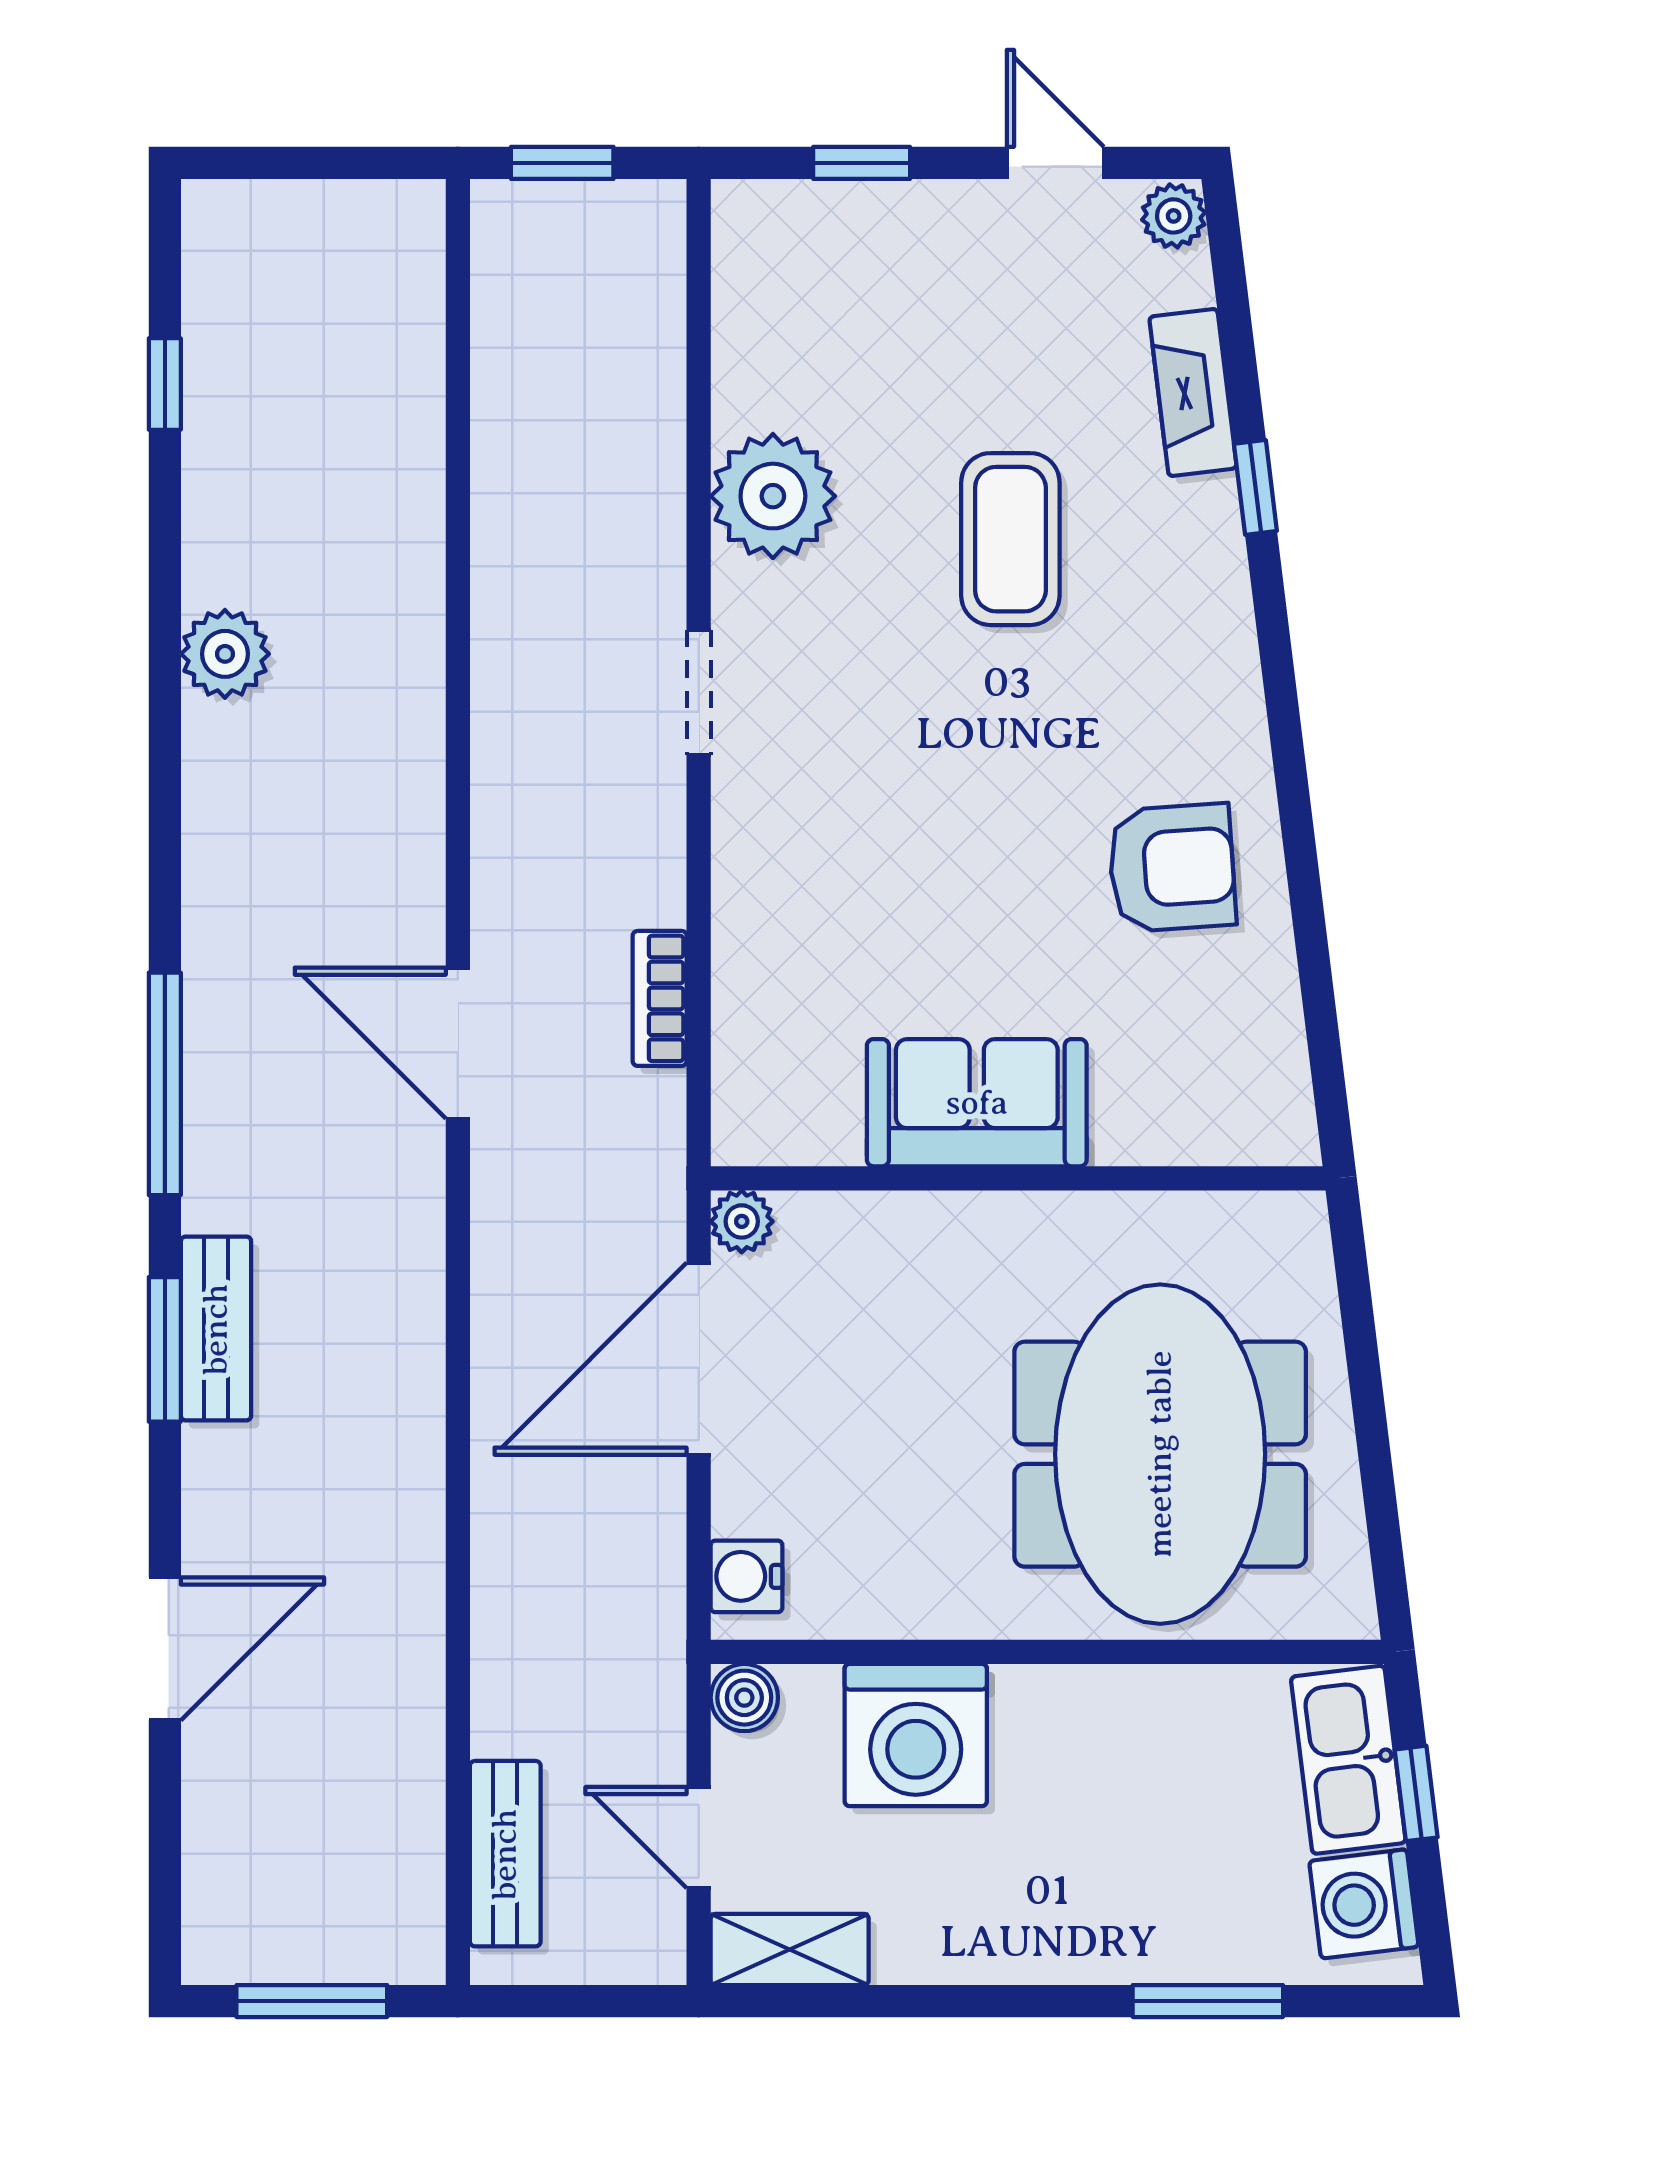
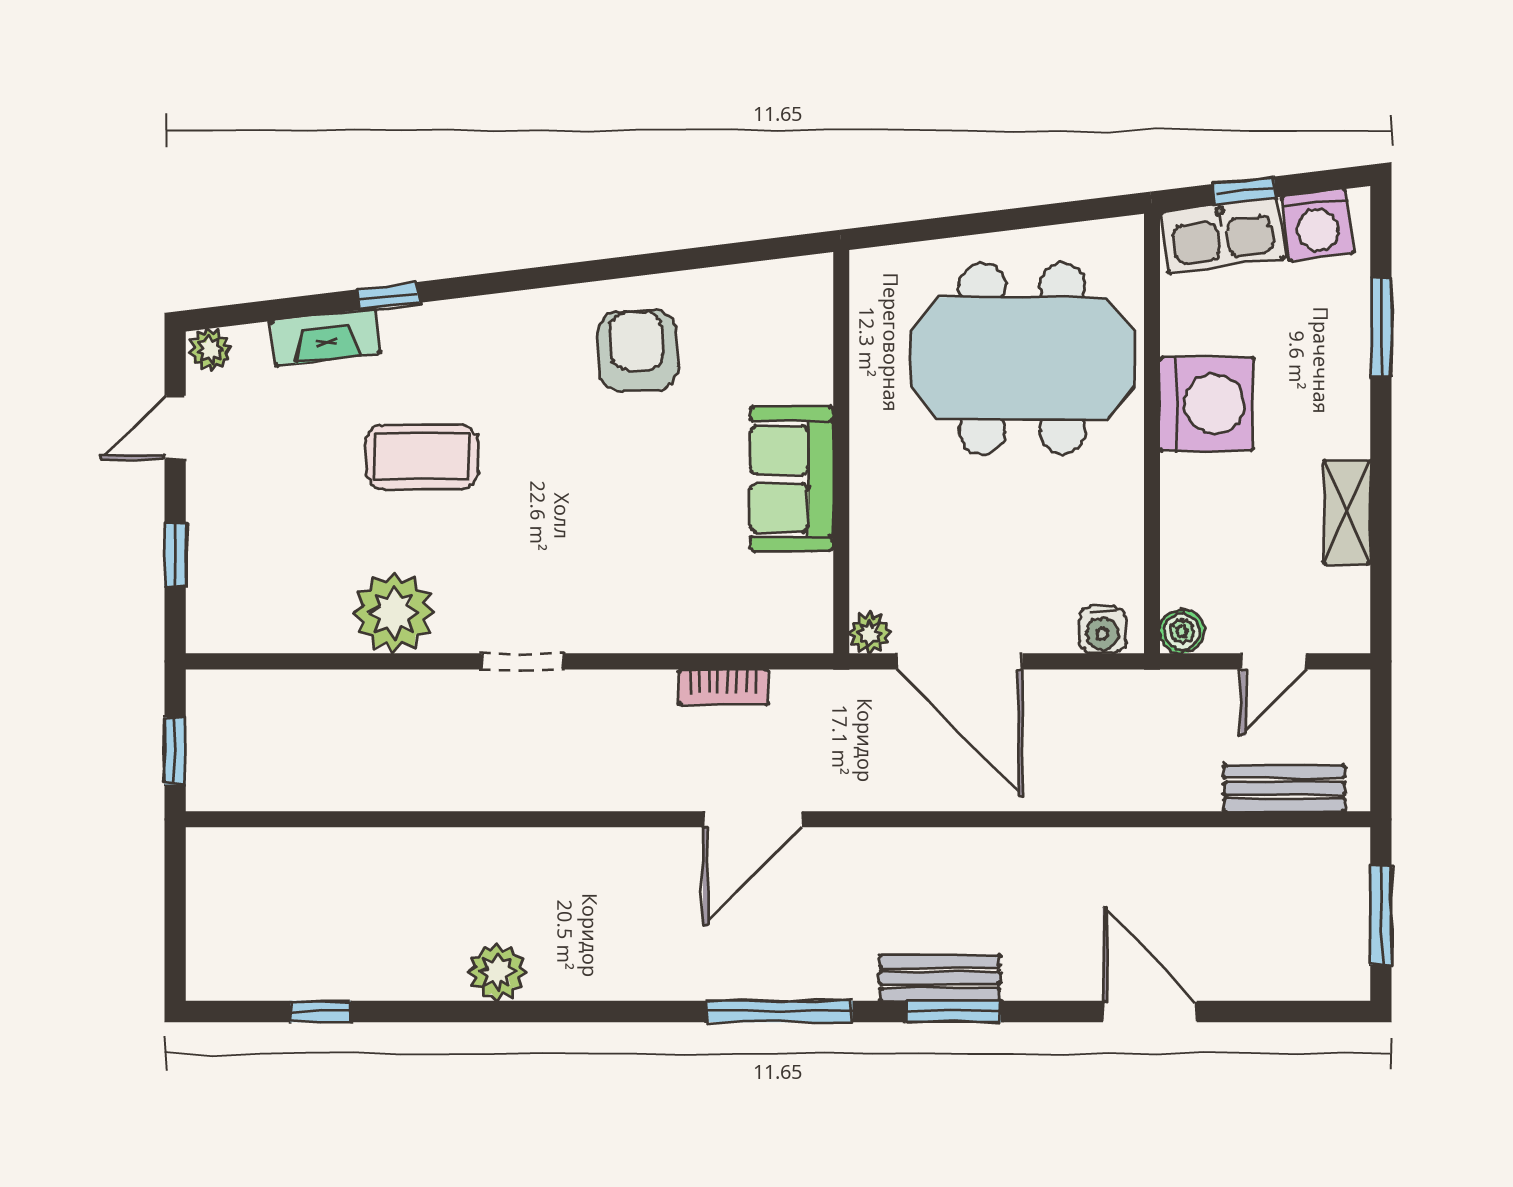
washing machine: (916, 1735) -> (1206, 404), moved
shelving: (790, 1949) -> (1347, 512), moved

